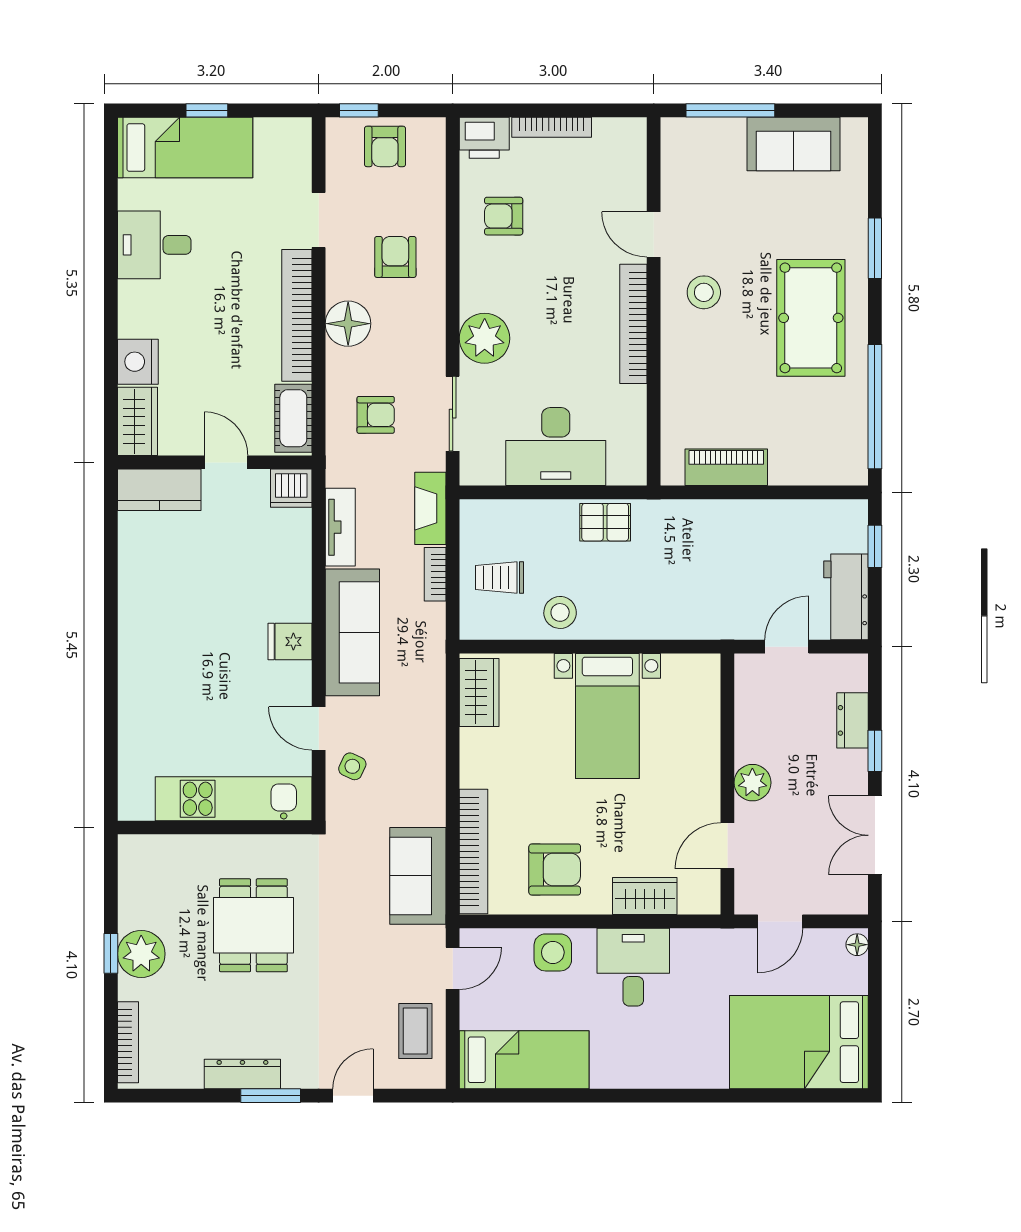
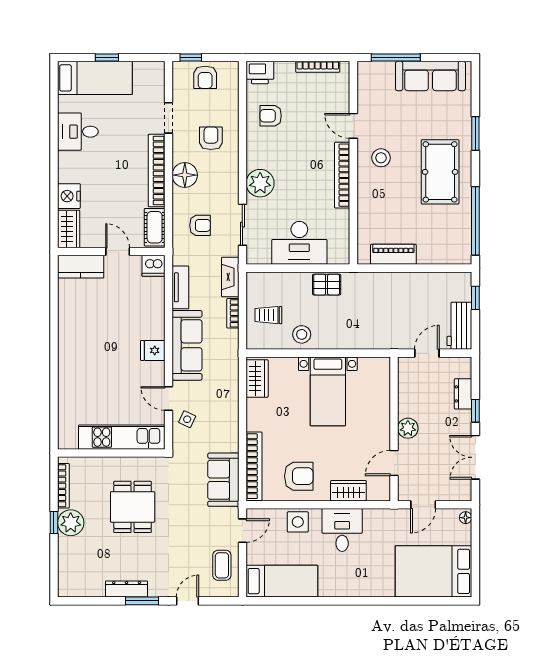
bookcase: (552, 127) -> (318, 67), moved
sofa: (793, 144) -> (430, 76), width x1.36
bookcase: (128, 1042) -> (63, 486), moved

